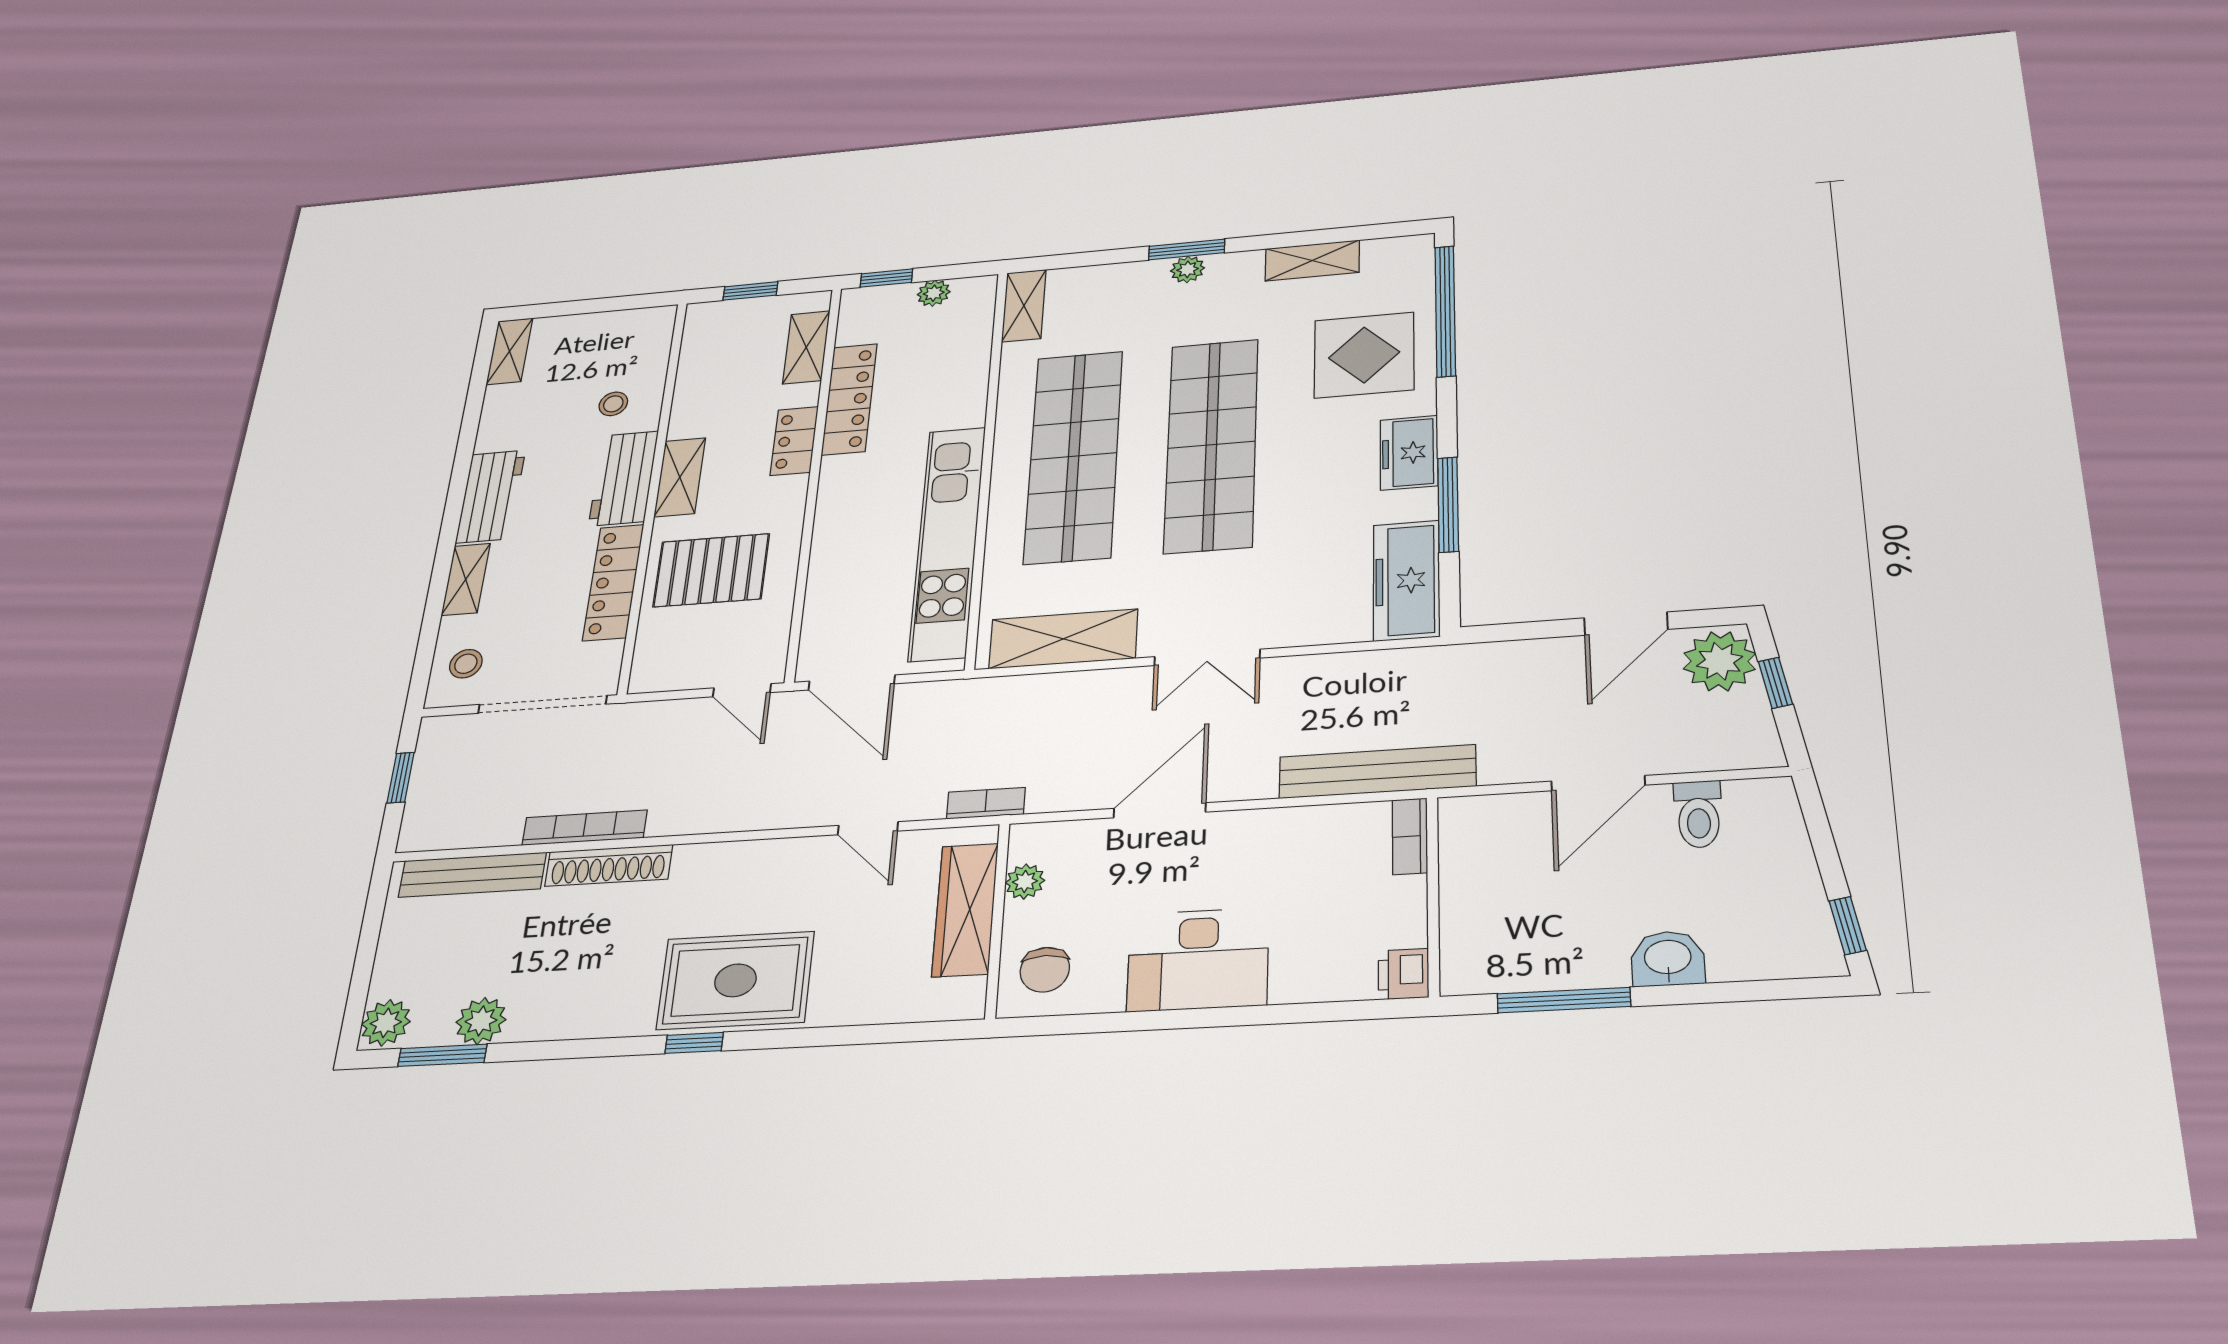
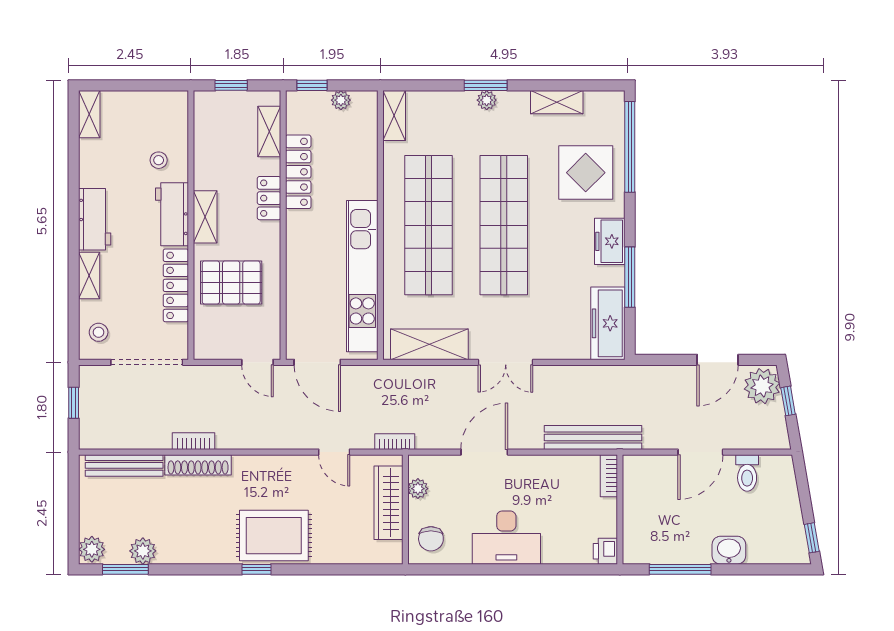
bookcase: (584, 828) -> (193, 441), width x0.64

